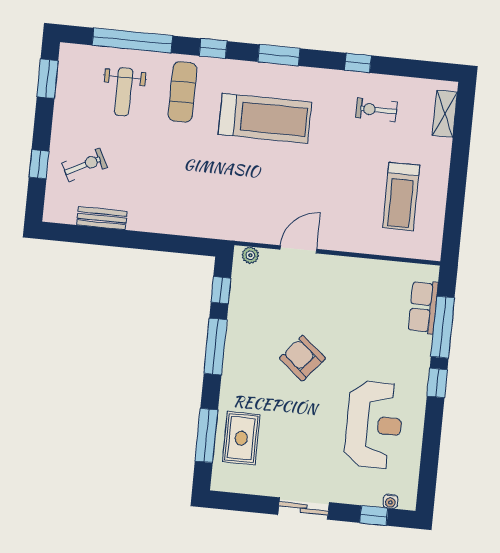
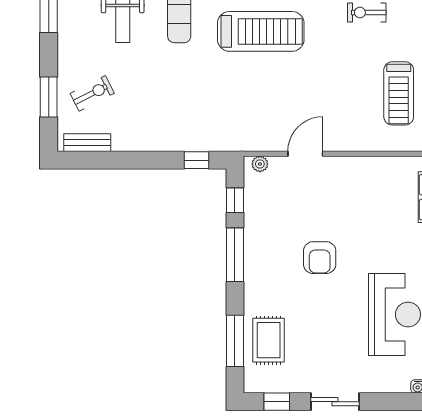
window: (39, 164) -> (49, 97), width x1.50
bench: (102, 218) -> (87, 143), moved
window: (185, 245) -> (196, 160), added
armchair: (302, 358) -> (320, 258), turned -130
window: (374, 516) -> (277, 402), moved

